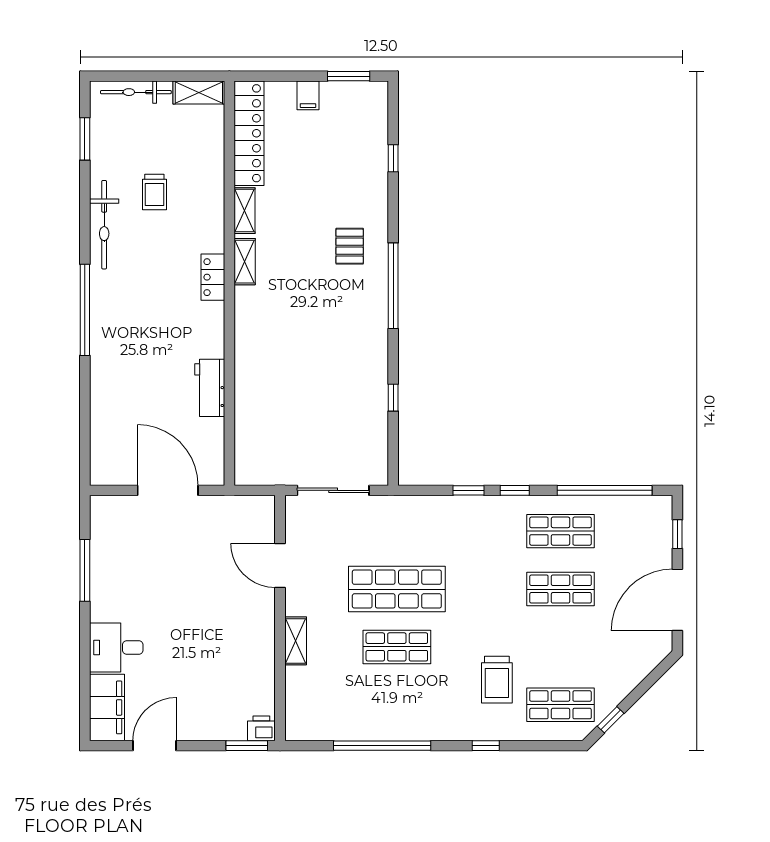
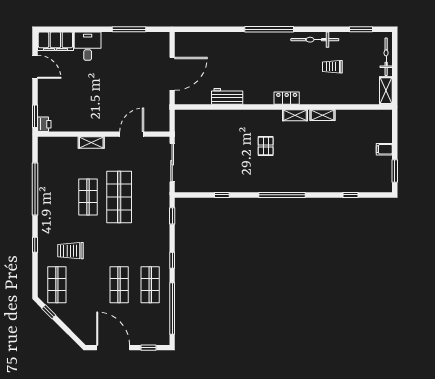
locker: (249, 133) -> (364, 118), removed
pallet: (350, 246) -> (266, 146), moved, turned 90
window: (469, 490) -> (172, 216), moved

